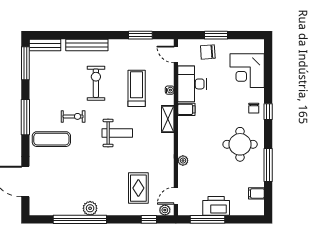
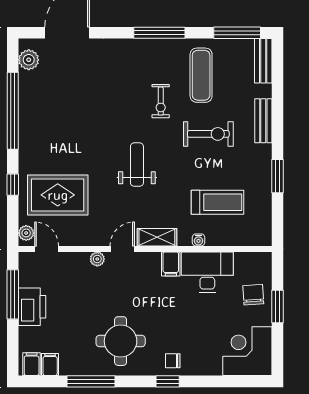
window: (140, 35) -> (277, 176), moved
bench: (87, 45) -> (263, 121), width x0.73
door: (176, 54) -> (122, 249), moved
corner desk: (247, 71) -> (247, 351), moved
treadmill: (137, 88) -> (218, 202), moved
weight bench: (117, 133) -> (137, 165), turned 180
exercise mat: (51, 139) -> (201, 75), moved
rug: (138, 188) -> (58, 195), width x1.36, depth x1.43
filing cabinet: (256, 206) -> (32, 364), added
plant: (90, 208) -> (29, 60), moved
window: (149, 219) -> (13, 185), moved

